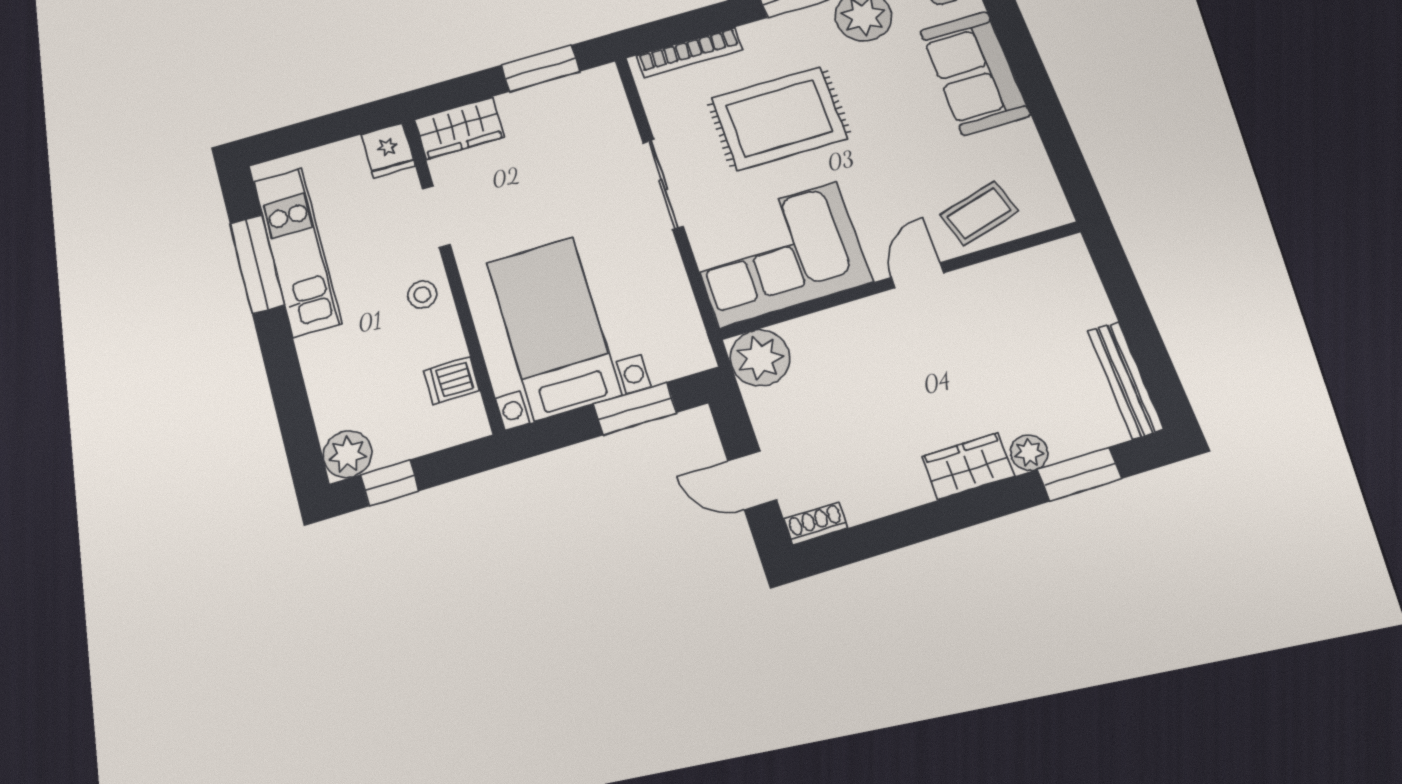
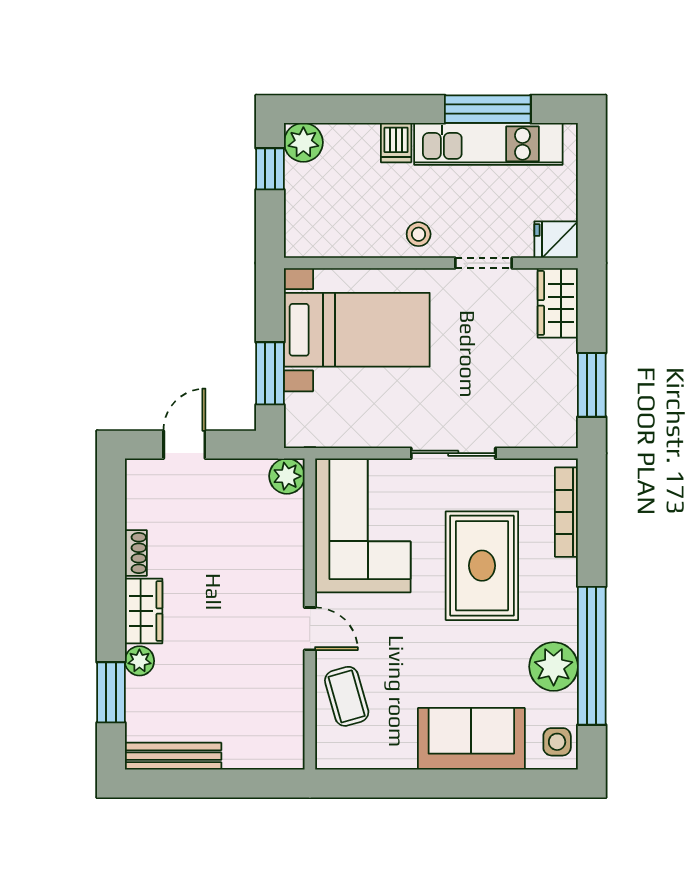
plant: (760, 358) -> (287, 476), width x0.73, depth x0.73
dishwasher: (452, 380) -> (396, 143), moved, turned 180
shoe rack: (816, 523) -> (136, 553), moved

